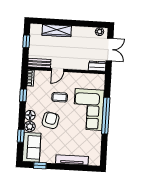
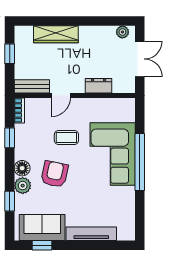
dresser: (97, 66) -> (99, 86), moved
sofa: (32, 147) -> (42, 227), moved, turned -90

